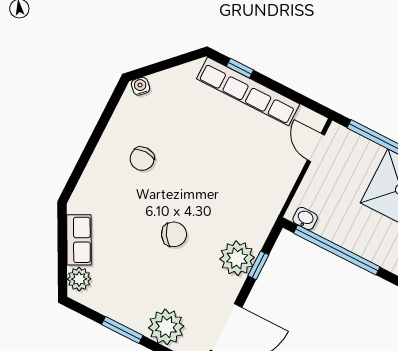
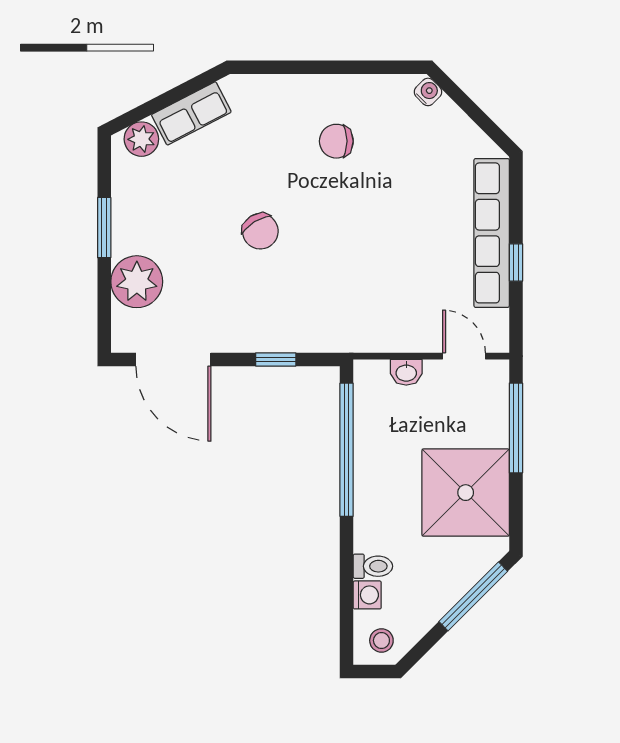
window: (240, 68) -> (516, 262), moved
door: (316, 147) -> (464, 356), hinge flipped
washbasin: (305, 218) -> (406, 372), moved, turned 90
plant: (237, 258) -> (271, 328), removed

